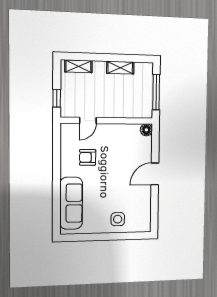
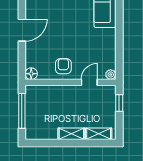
shelving: (120, 68) -> (71, 134), moved
plant: (66, 128) -> (111, 75), added
armchair: (88, 157) -> (63, 66), moved, turned -90

